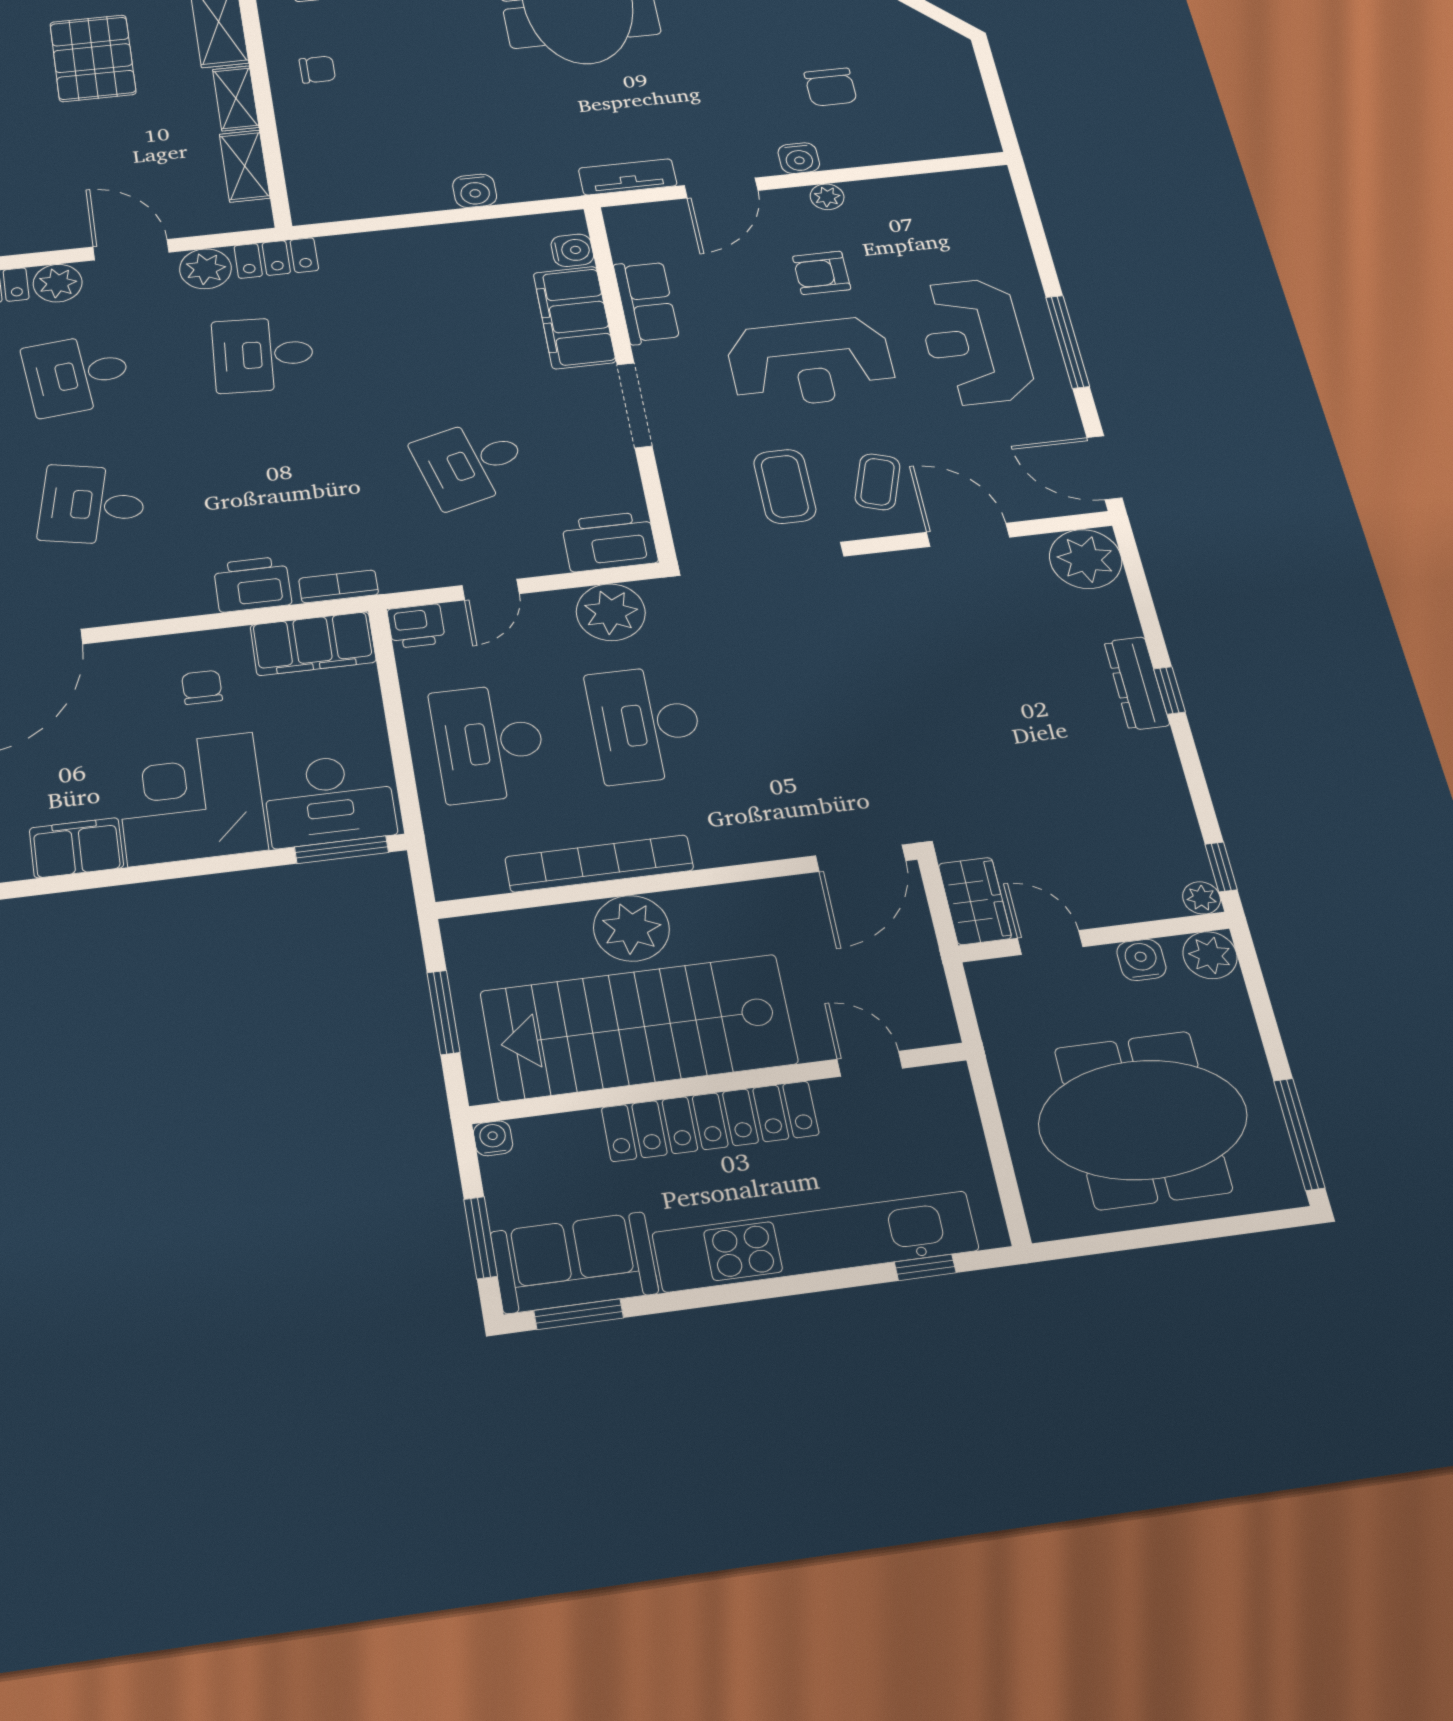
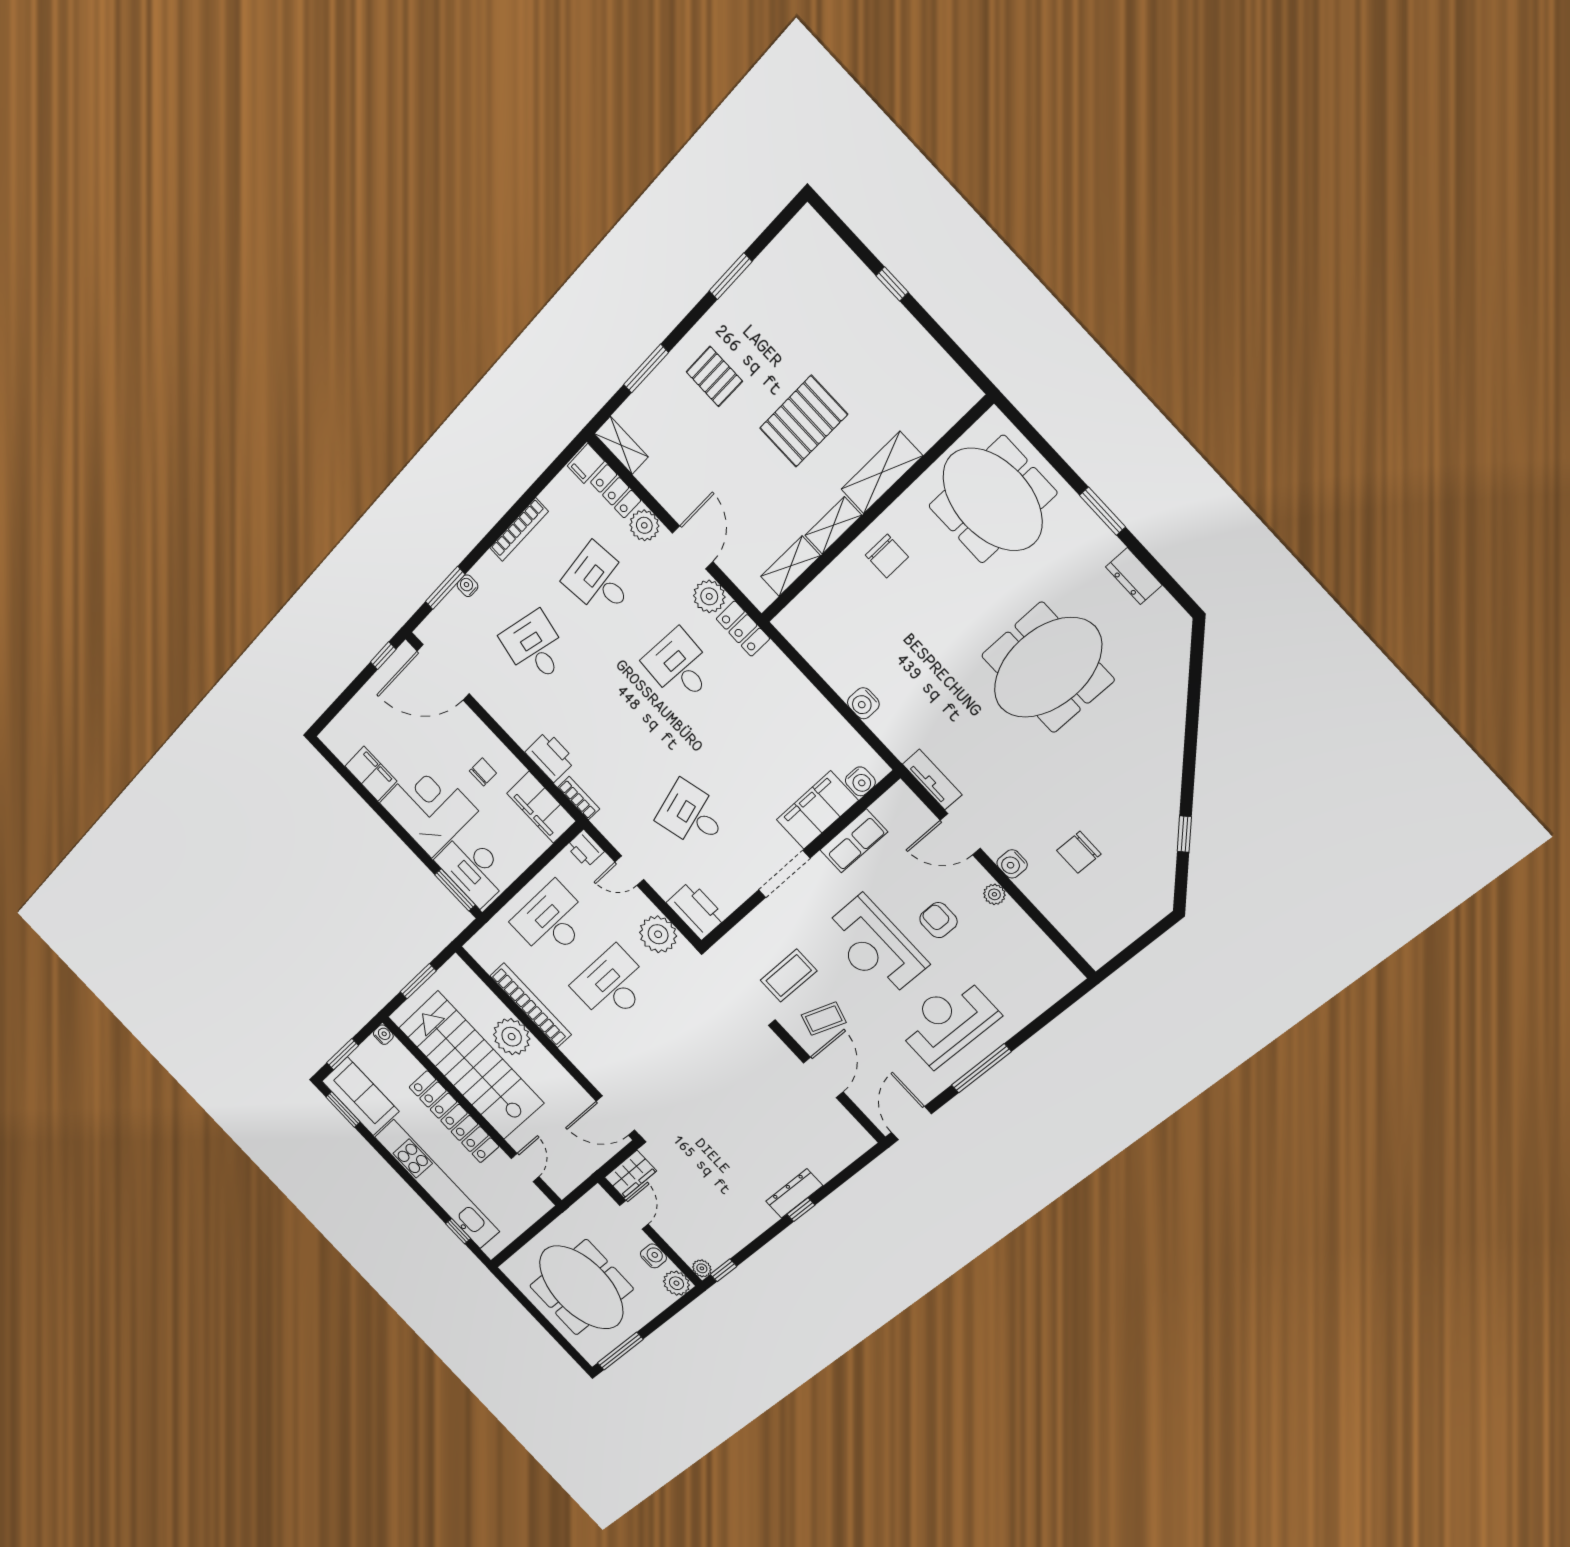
chair: (317, 70) -> (887, 556), width x1.37, depth x1.37
plant: (1086, 559) -> (849, 1139), removed

